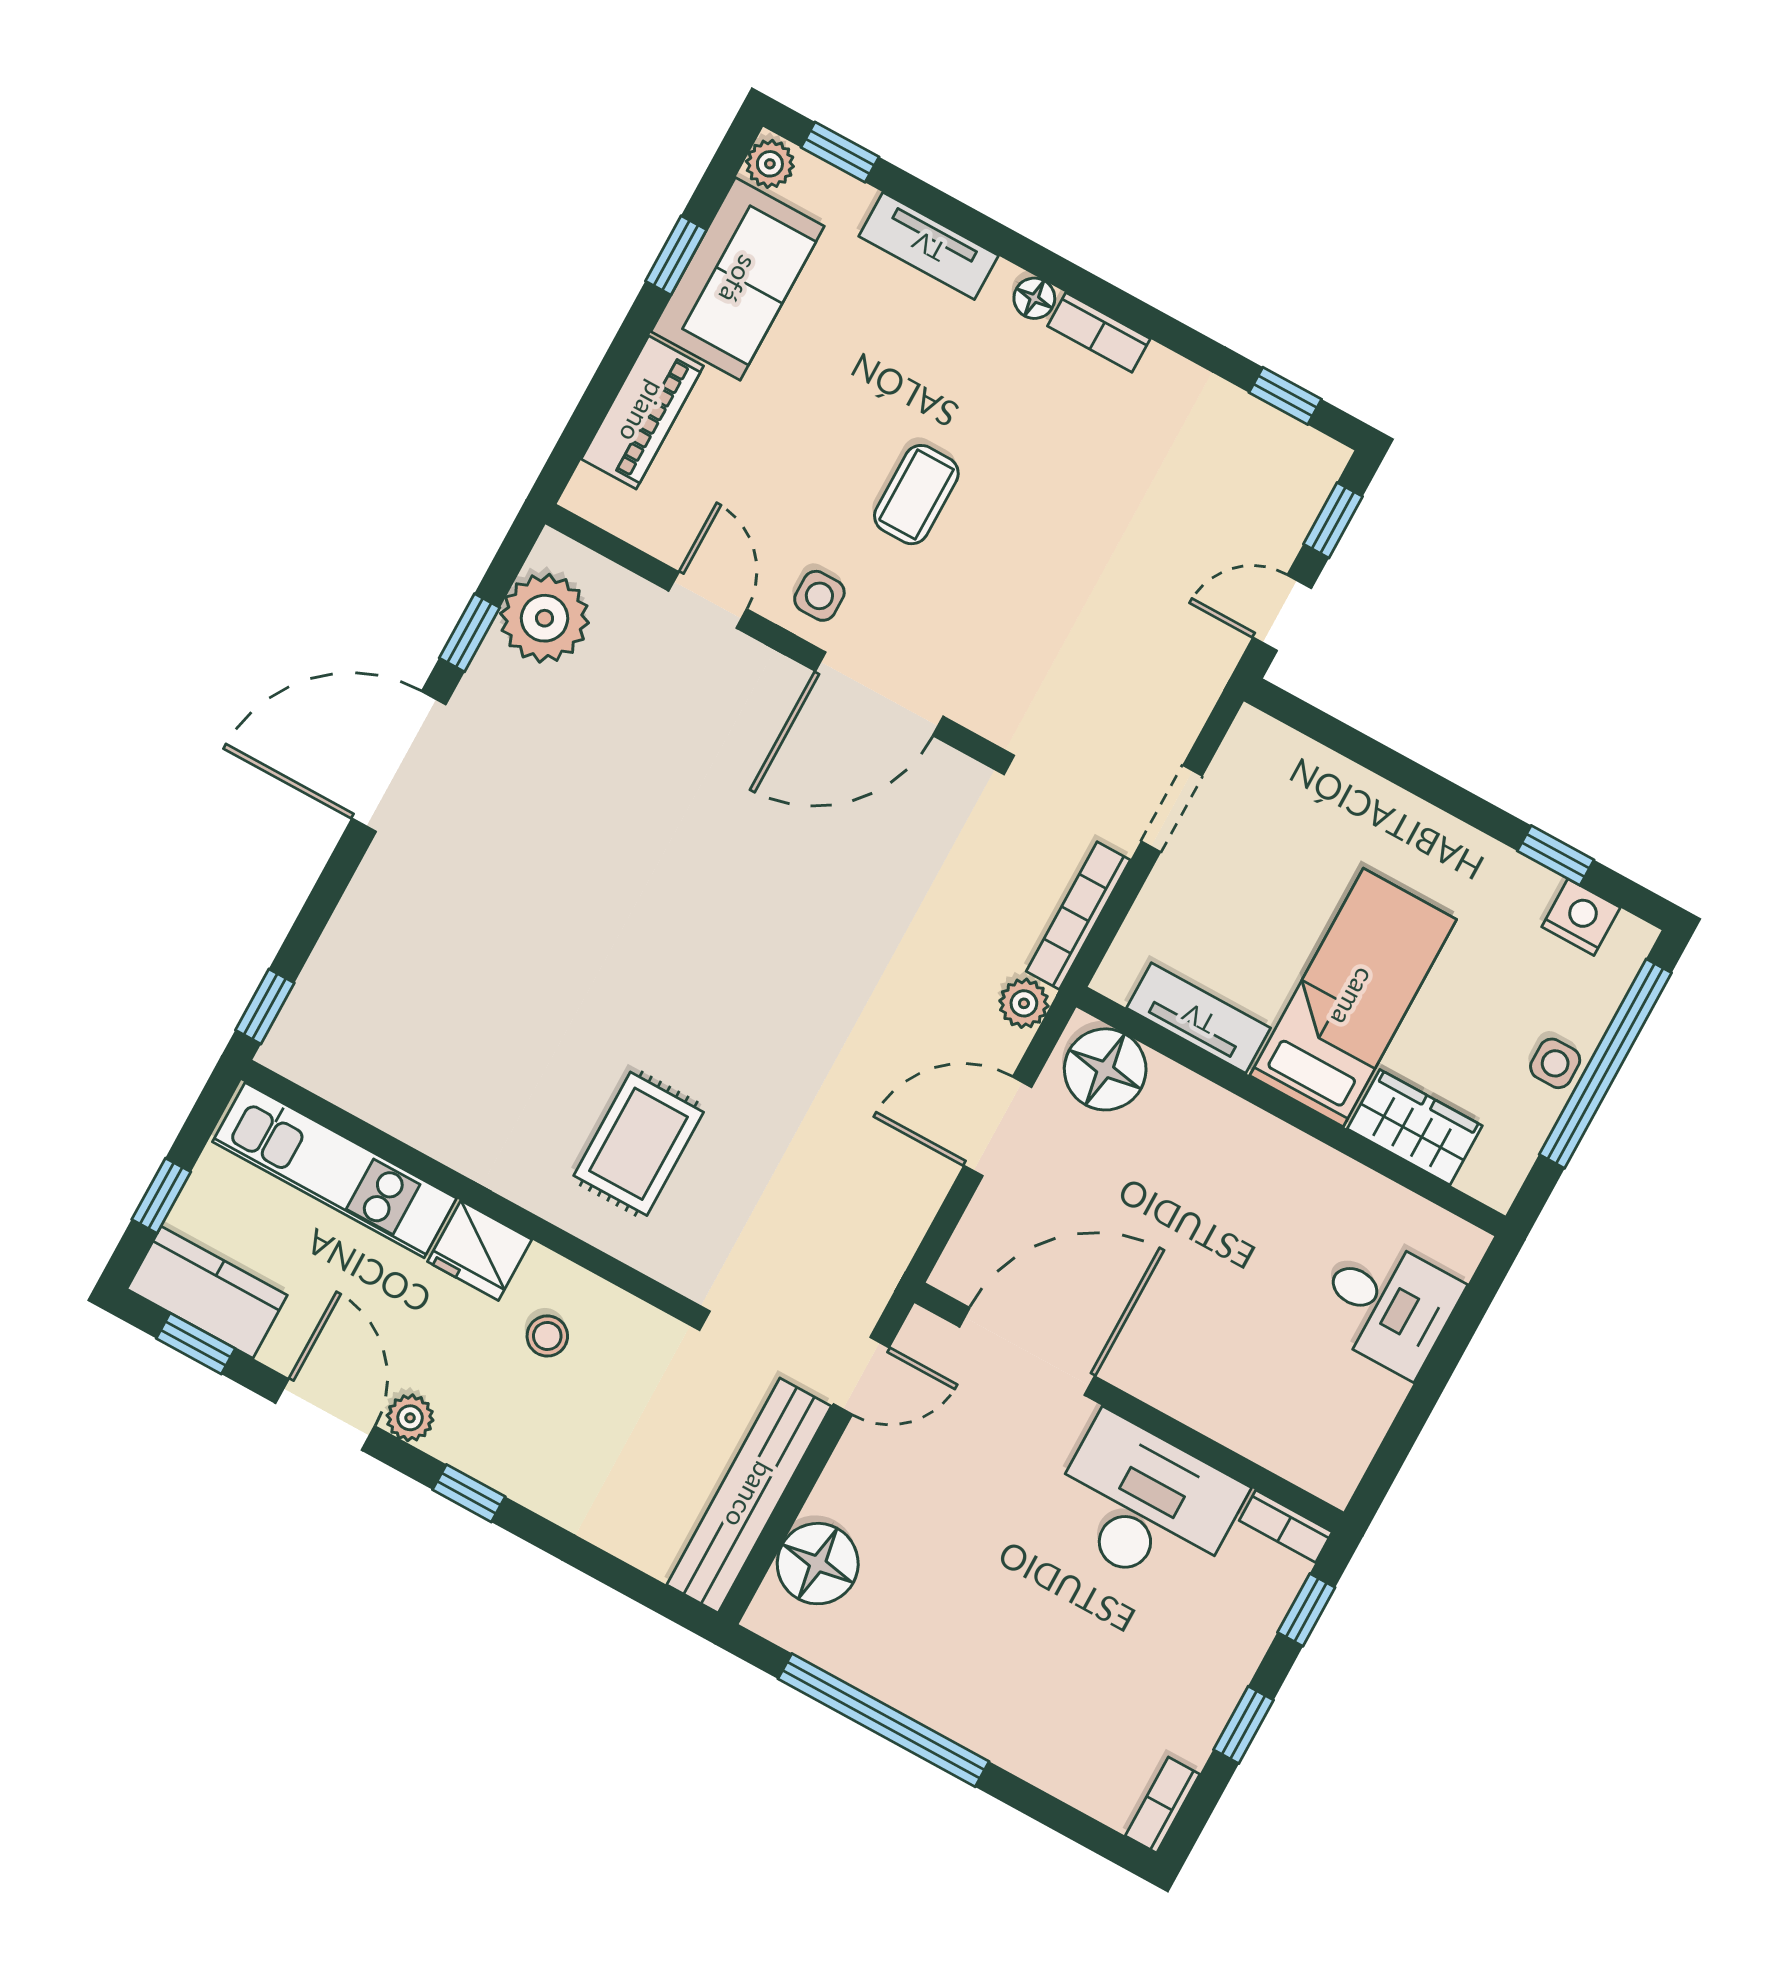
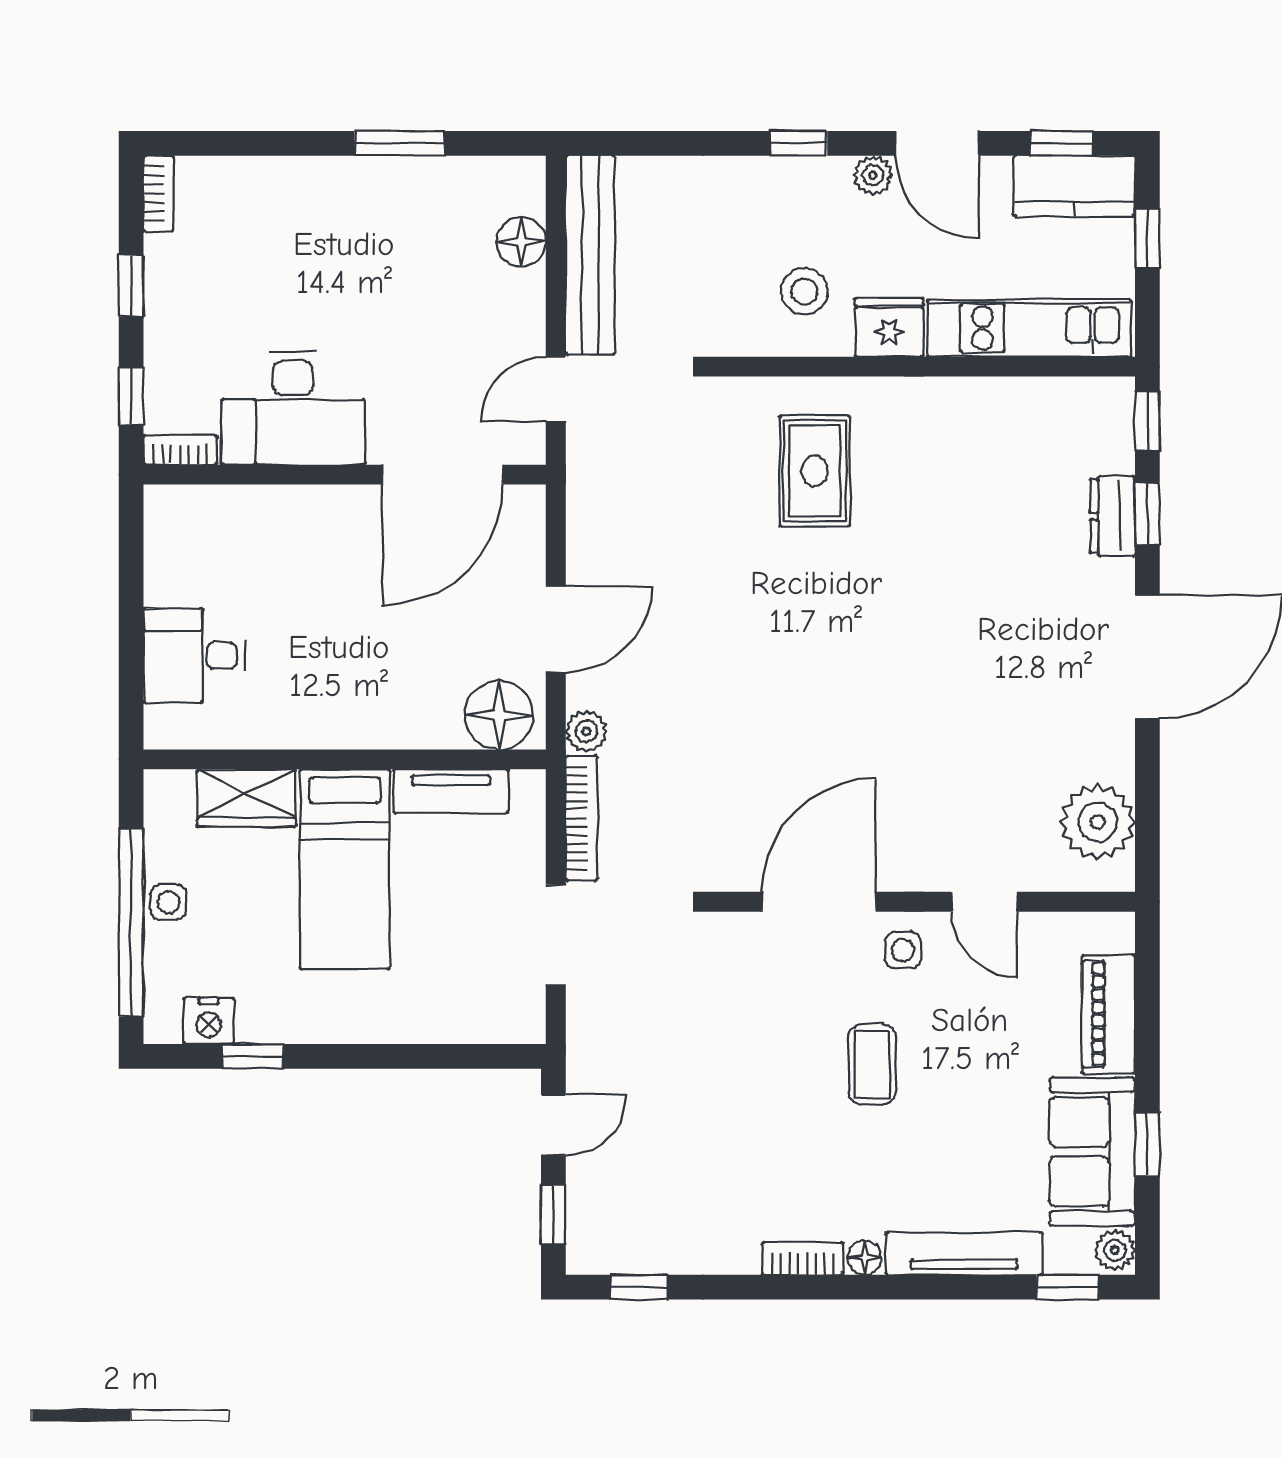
tv unit: (929, 246) -> (964, 1254), width x1.41
window: (469, 633) -> (1147, 513), moved
doorway: (1172, 809) -> (556, 935), width x1.38
dresser: (355, 927) -> (1113, 516), added
stool: (547, 1336) -> (804, 292), width x1.37, depth x1.37
floor lamp: (818, 1564) -> (521, 242), width x0.73, depth x0.73
window: (884, 1720) -> (400, 143), width x0.47

